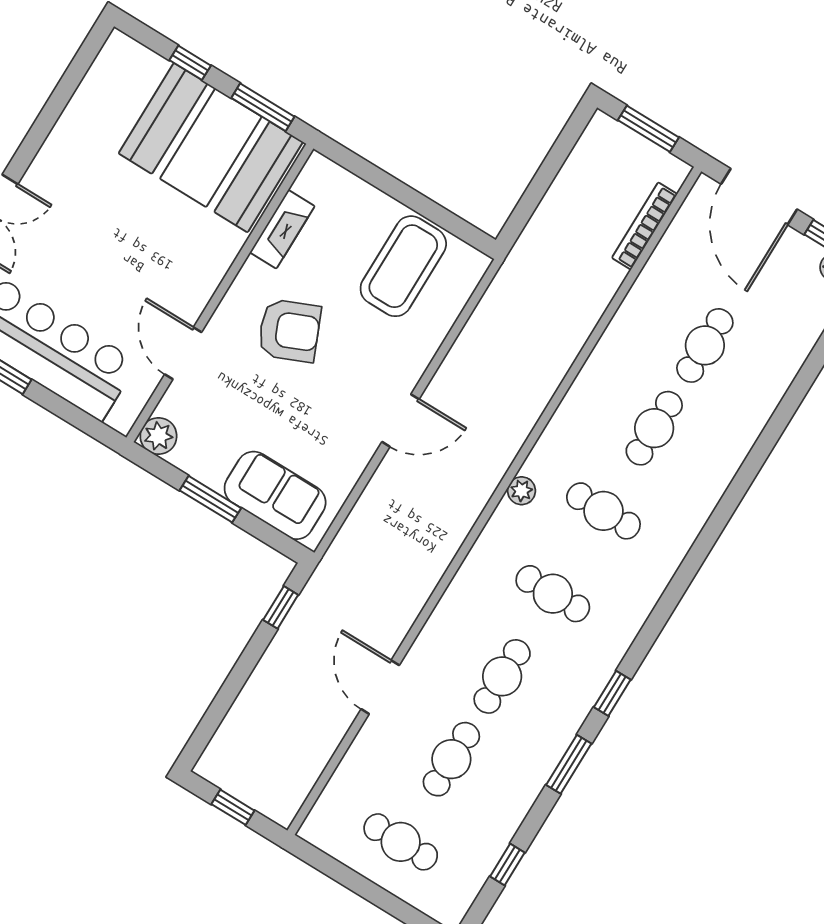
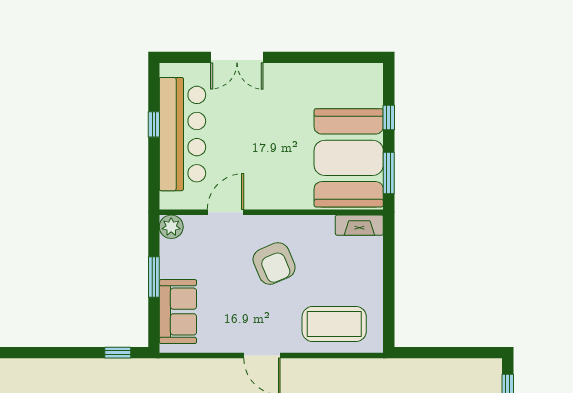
fireplace: (282, 229) -> (359, 225), moved
coffee table: (403, 266) -> (334, 324), moved

